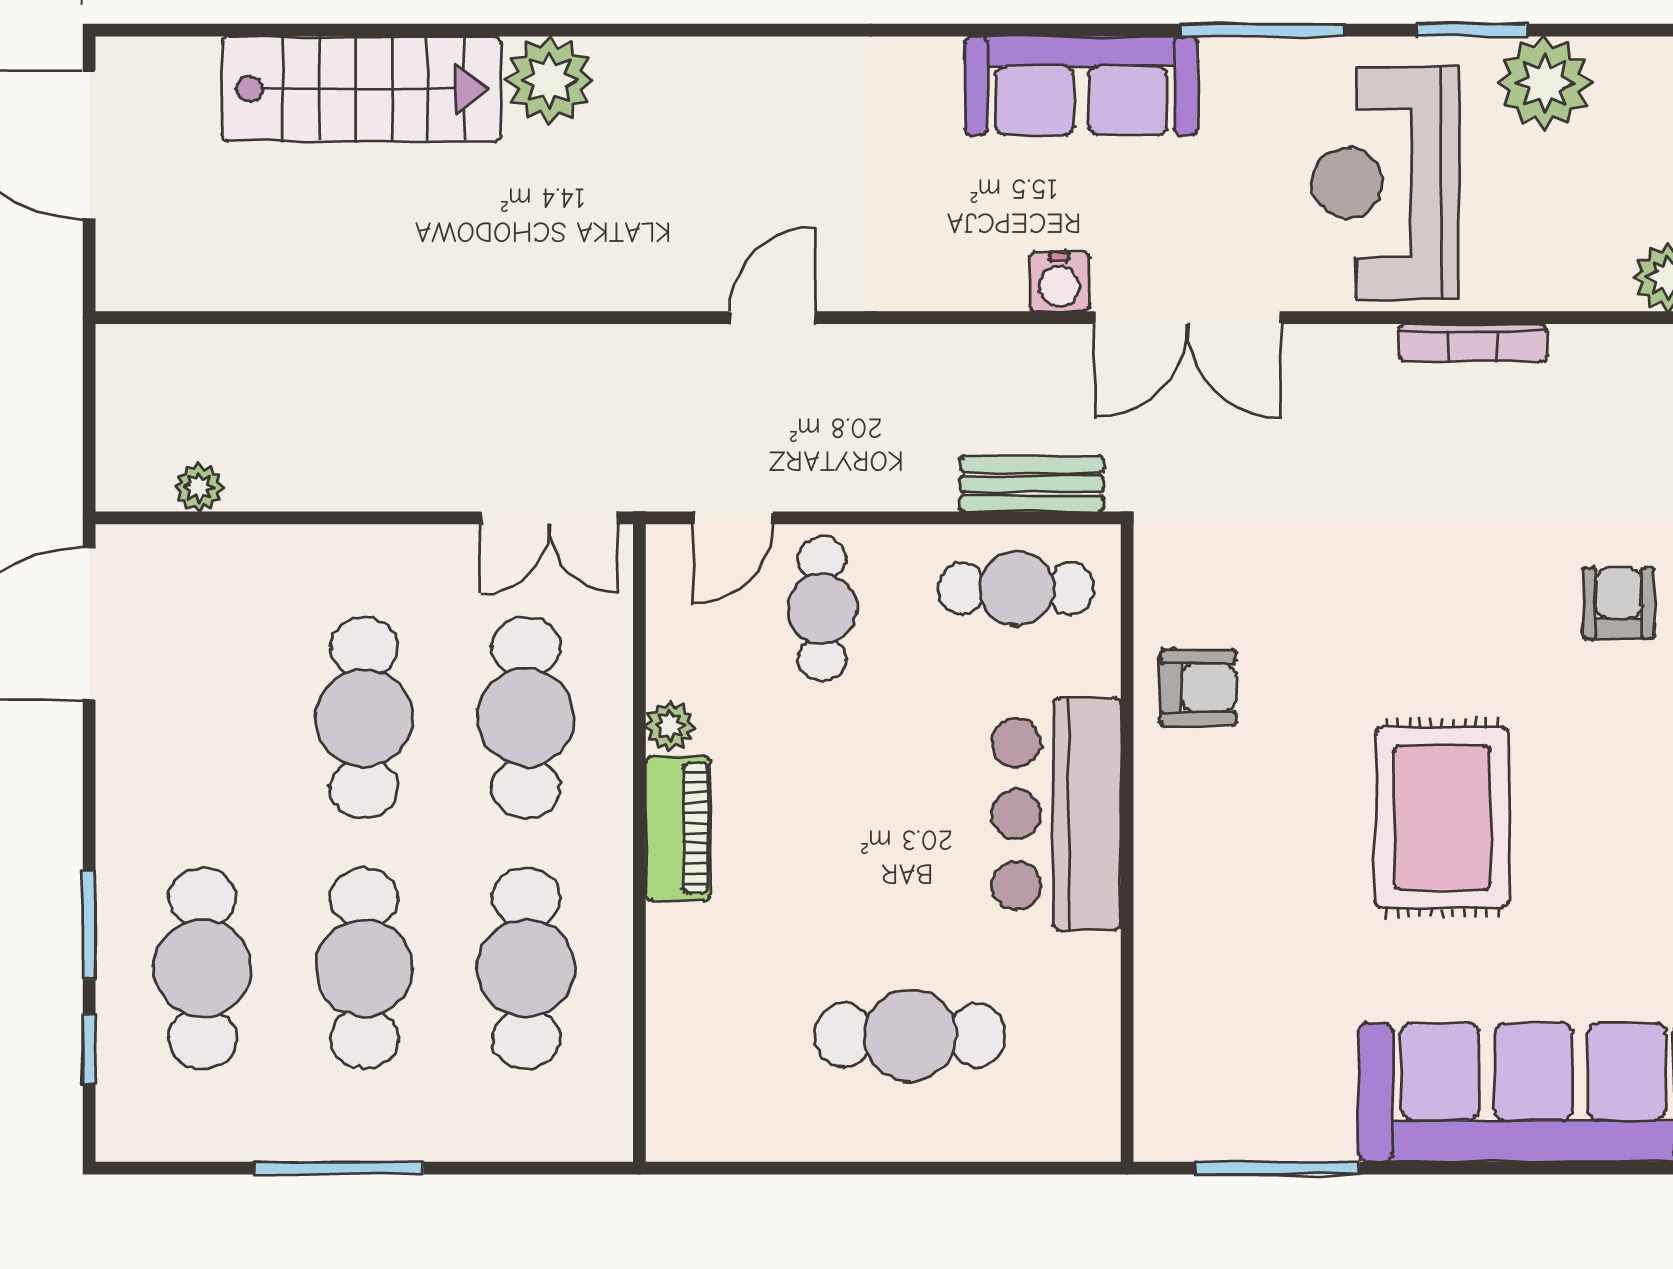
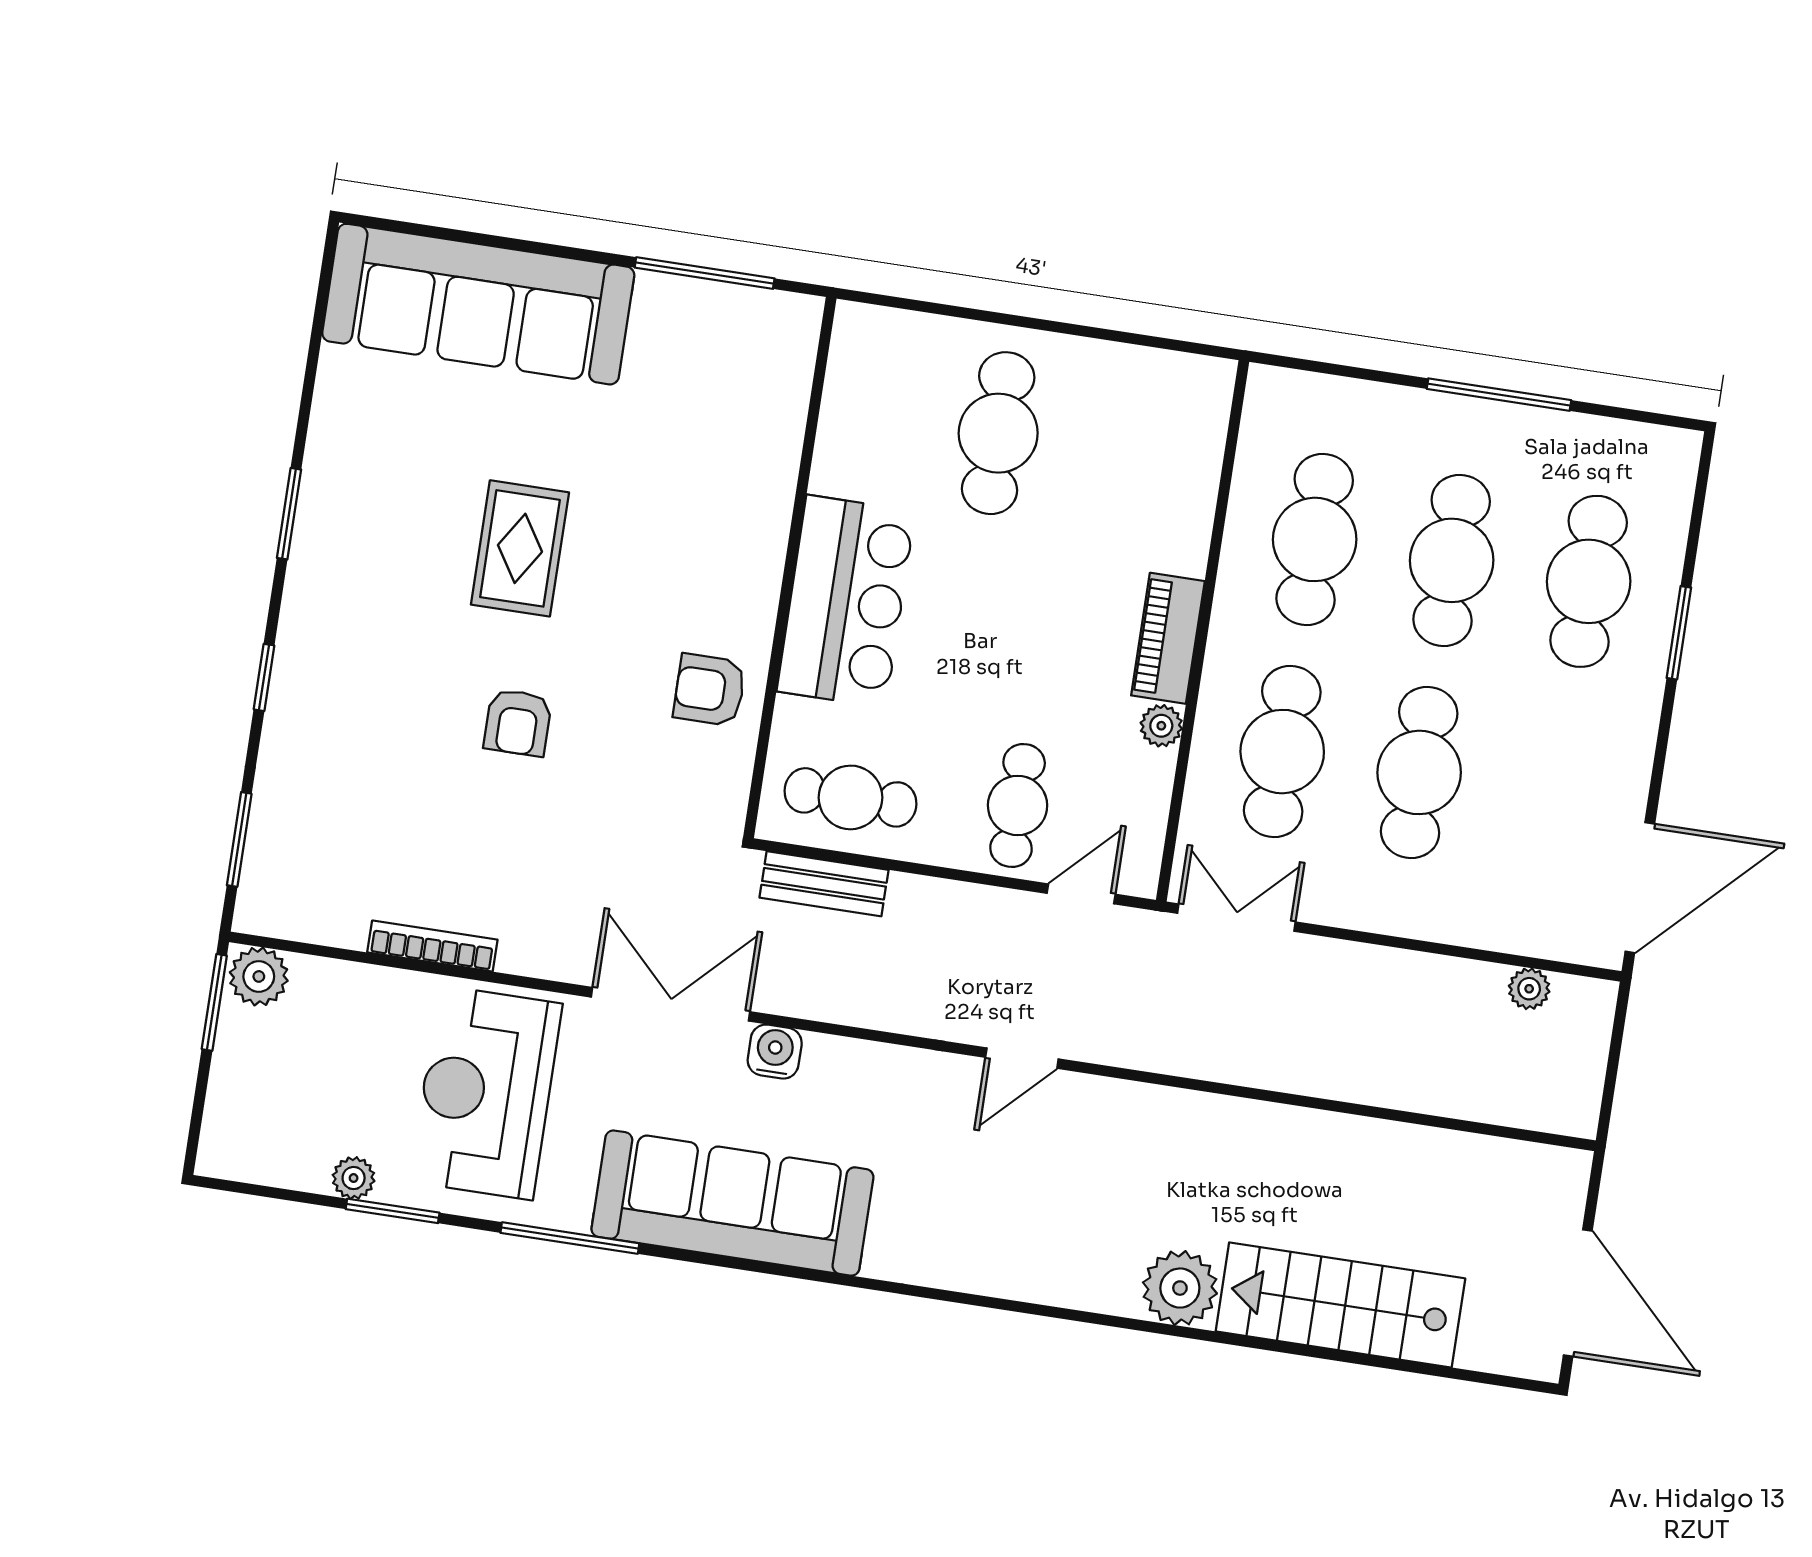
plant: (1545, 83) -> (354, 1178), width x0.53, depth x0.53
sofa: (1081, 86) -> (732, 1203), width x1.36, depth x1.27
reception desk: (1385, 183) -> (486, 1093), turned 180
armchair: (1619, 603) -> (518, 723), moved
rug: (1442, 818) -> (520, 548), width x0.73, depth x0.70
cafe table: (910, 1035) -> (998, 433), turned 90
window: (89, 1049) -> (1695, 528), removed

